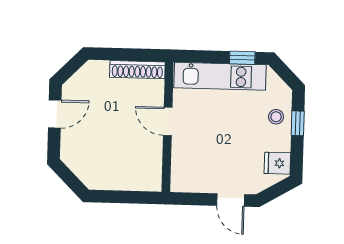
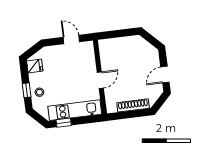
shoe rack: (137, 70) -> (133, 105), moved
door: (168, 121) -> (100, 80), hinge flipped
door: (231, 200) -> (71, 39), moved

